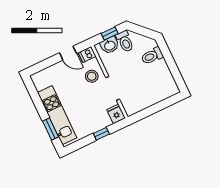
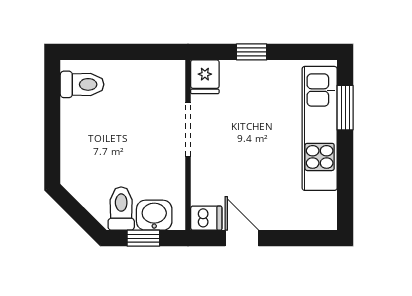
toilet: (152, 56) -> (82, 84), moved
stool: (92, 76) -> (217, 172), removed

